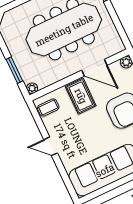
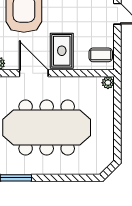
window: (14, 70) -> (117, 110), removed

